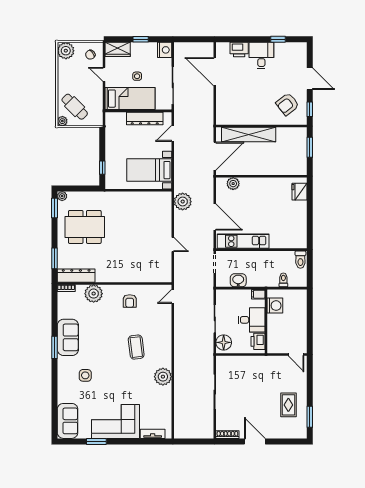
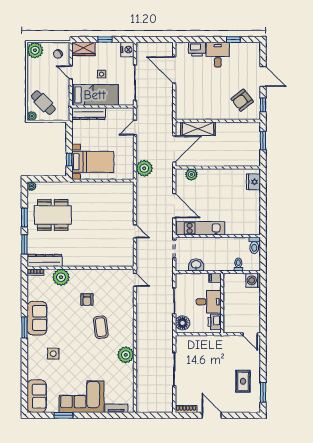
dresser: (145, 118) -> (89, 114), moved
shelving: (249, 135) -> (198, 129), width x0.68
bed with nightstands: (149, 170) -> (93, 162), moved, turned 180
plant: (183, 202) -> (144, 168), moved
window: (54, 208) -> (24, 217), moved
door: (173, 296) -> (135, 280), swing flipped
armchair: (130, 301) -> (87, 300), moved
washing machine: (275, 306) -> (253, 280), moved, turned 180

